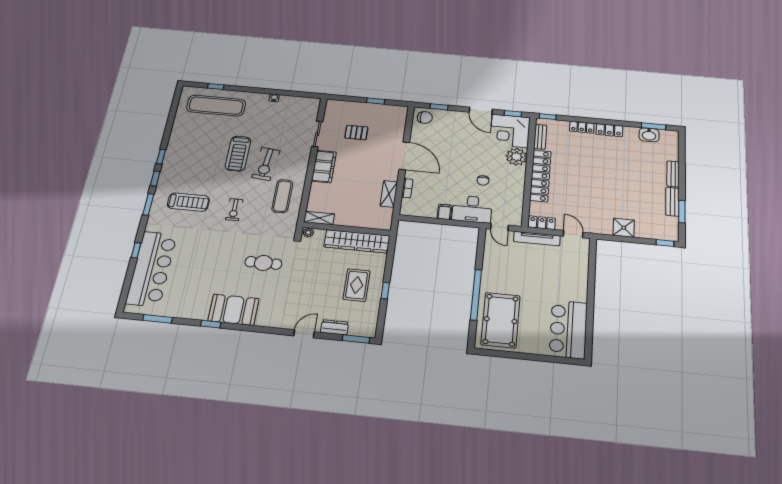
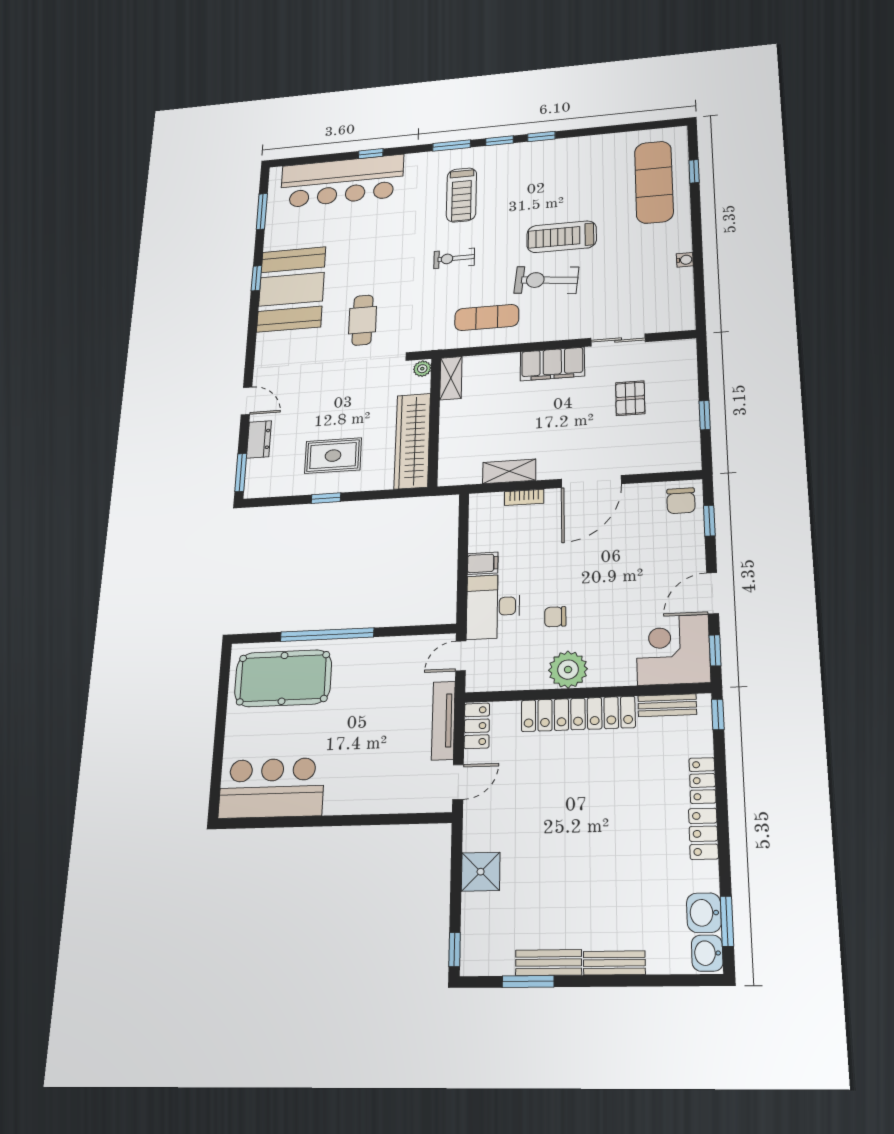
washbasin: (669, 136) -> (707, 953), added
plant: (516, 157) -> (568, 670), moved
booth: (233, 310) -> (291, 289), width x1.36, depth x1.42

